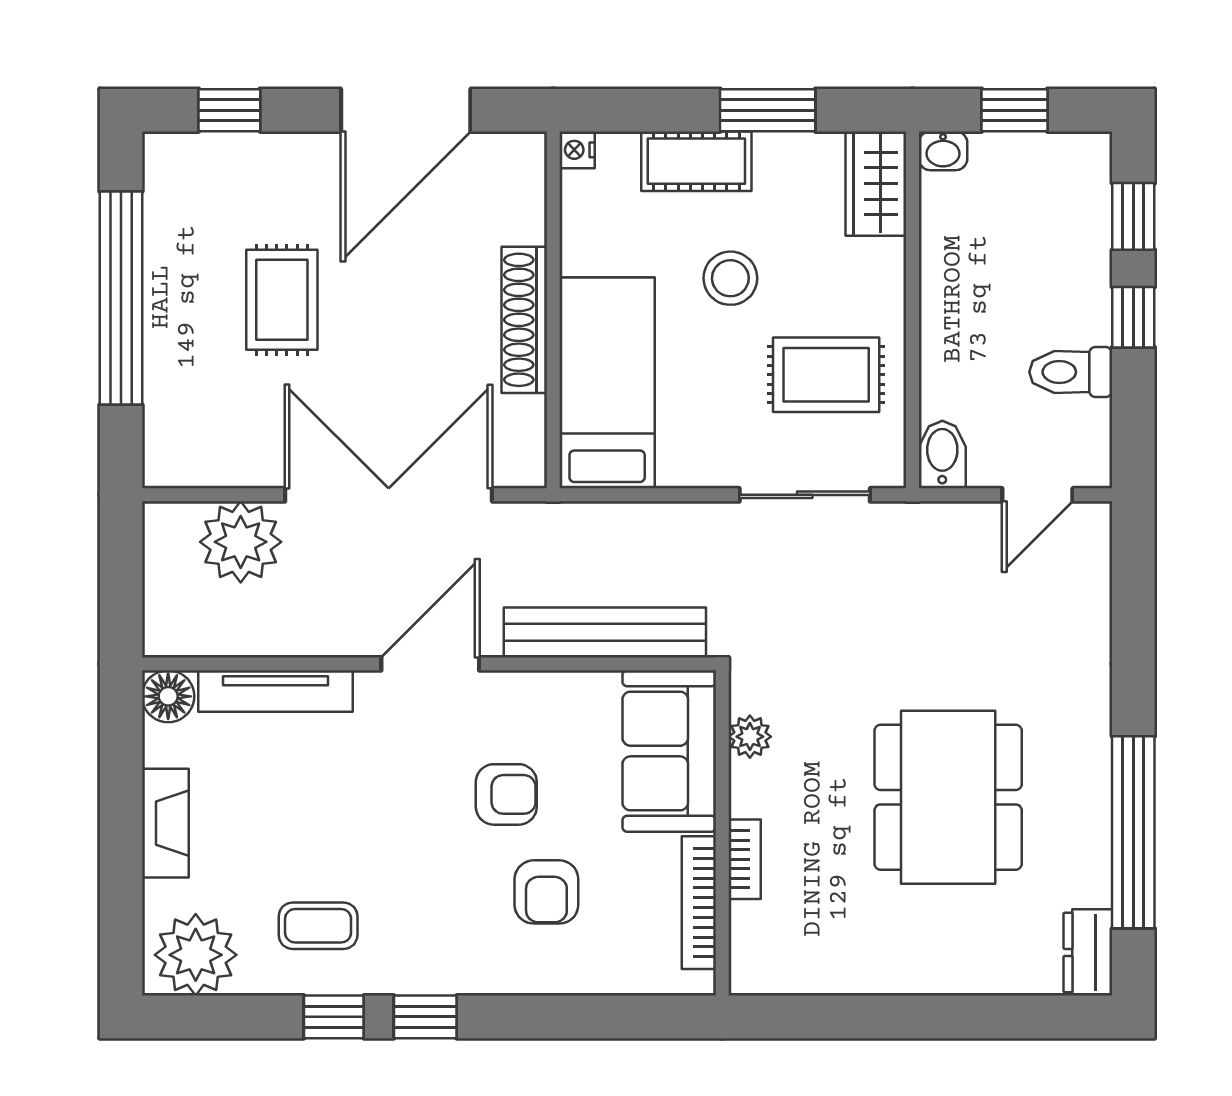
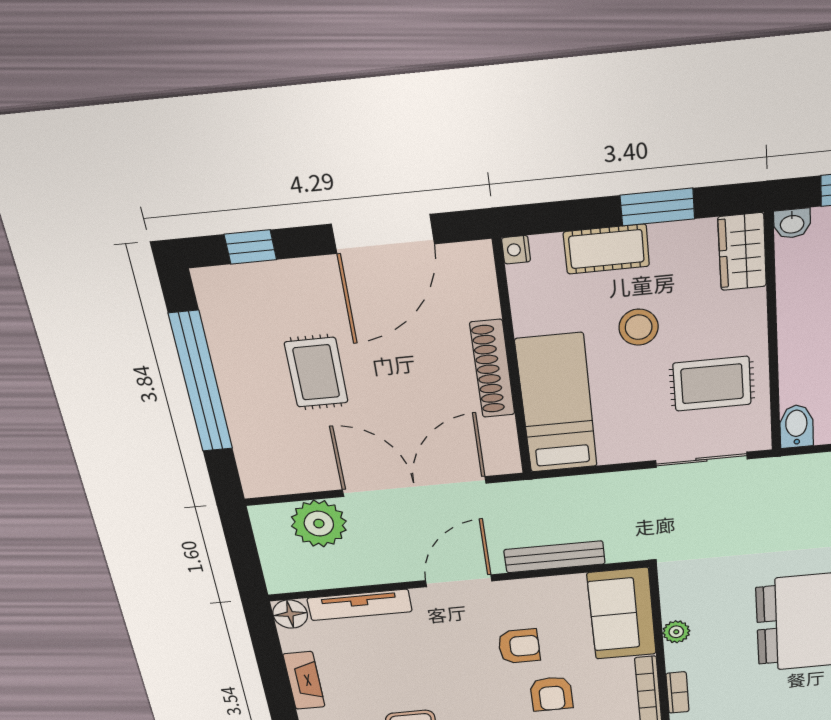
bench: (605, 632) -> (555, 557), width x0.73, depth x0.82
plant: (750, 737) -> (676, 632), moved
bookcase: (745, 859) -> (678, 693), moved

